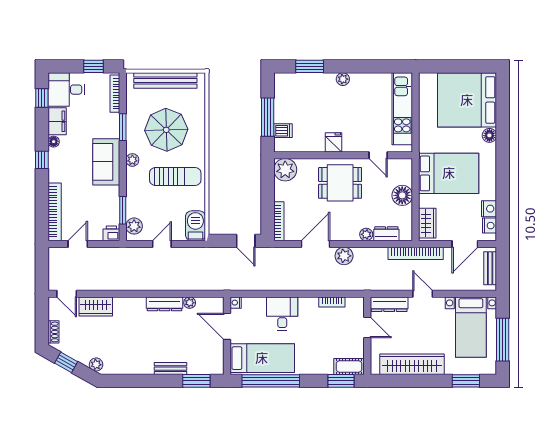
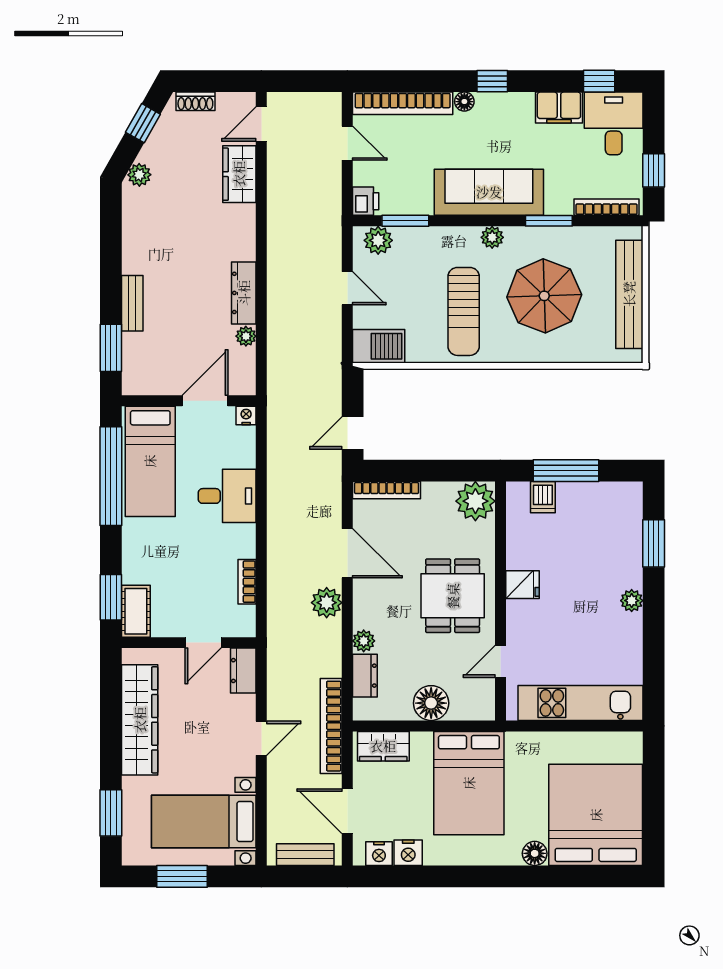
floor lamp: (54, 142) -> (464, 102), moved
sofa: (106, 162) -> (489, 192), width x1.36
dresser: (389, 304) -> (243, 671), width x0.70
window: (503, 340) -> (182, 876), width x0.69

